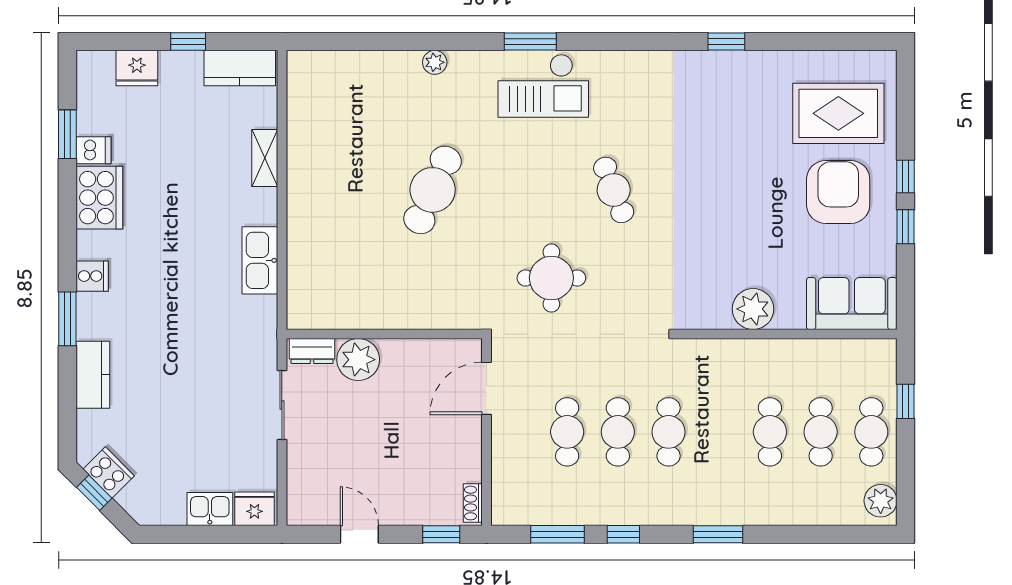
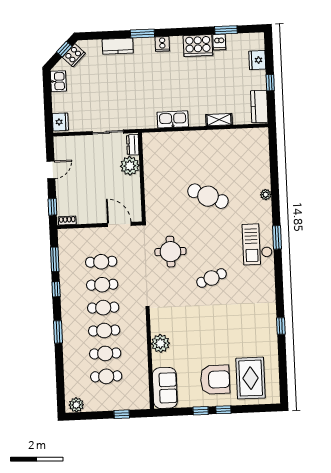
cafe table: (871, 432) -> (104, 331), moved
kitchen sink: (210, 509) -> (58, 81), moved

